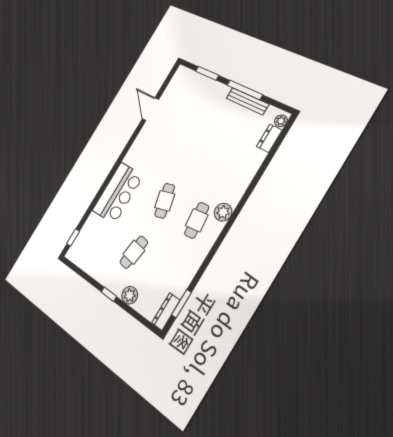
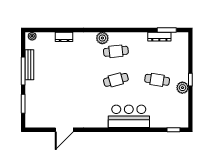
dresser: (269, 138) -> (64, 37), moved
plant: (130, 295) -> (182, 88), moved
dresser: (166, 312) -> (159, 37), moved

